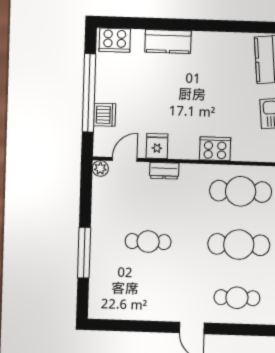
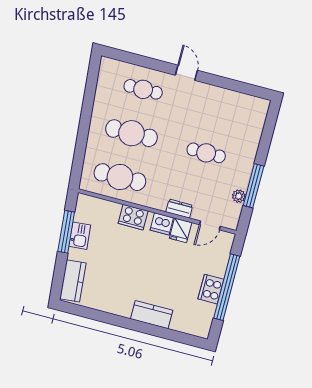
cooker: (115, 40) -> (211, 289), moved, turned -90
dishwasher: (105, 115) -> (162, 224), moved, turned -90
plant: (100, 168) -> (239, 196), moved
window: (84, 253) -> (254, 186), moved

